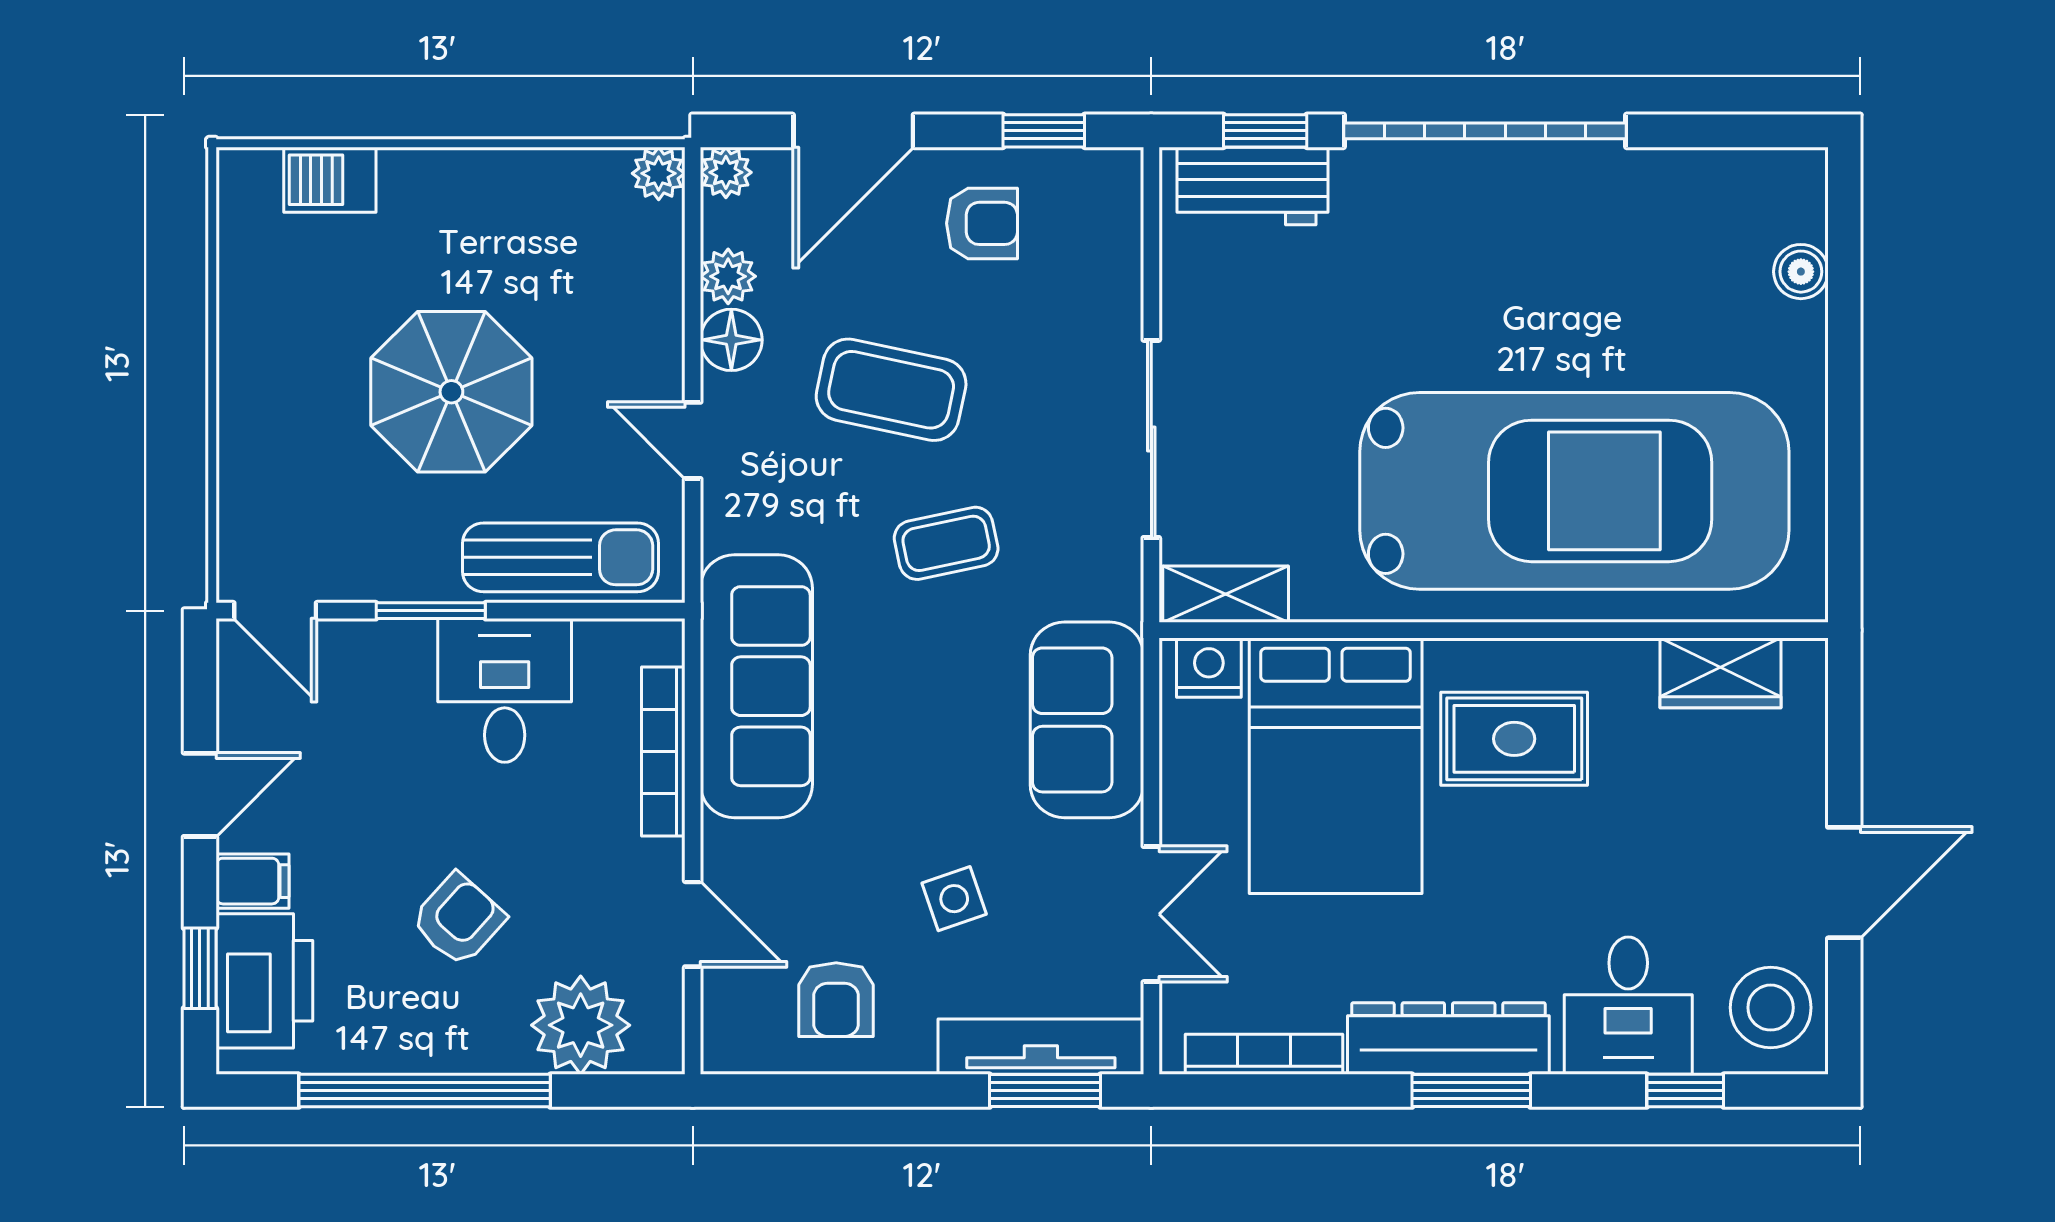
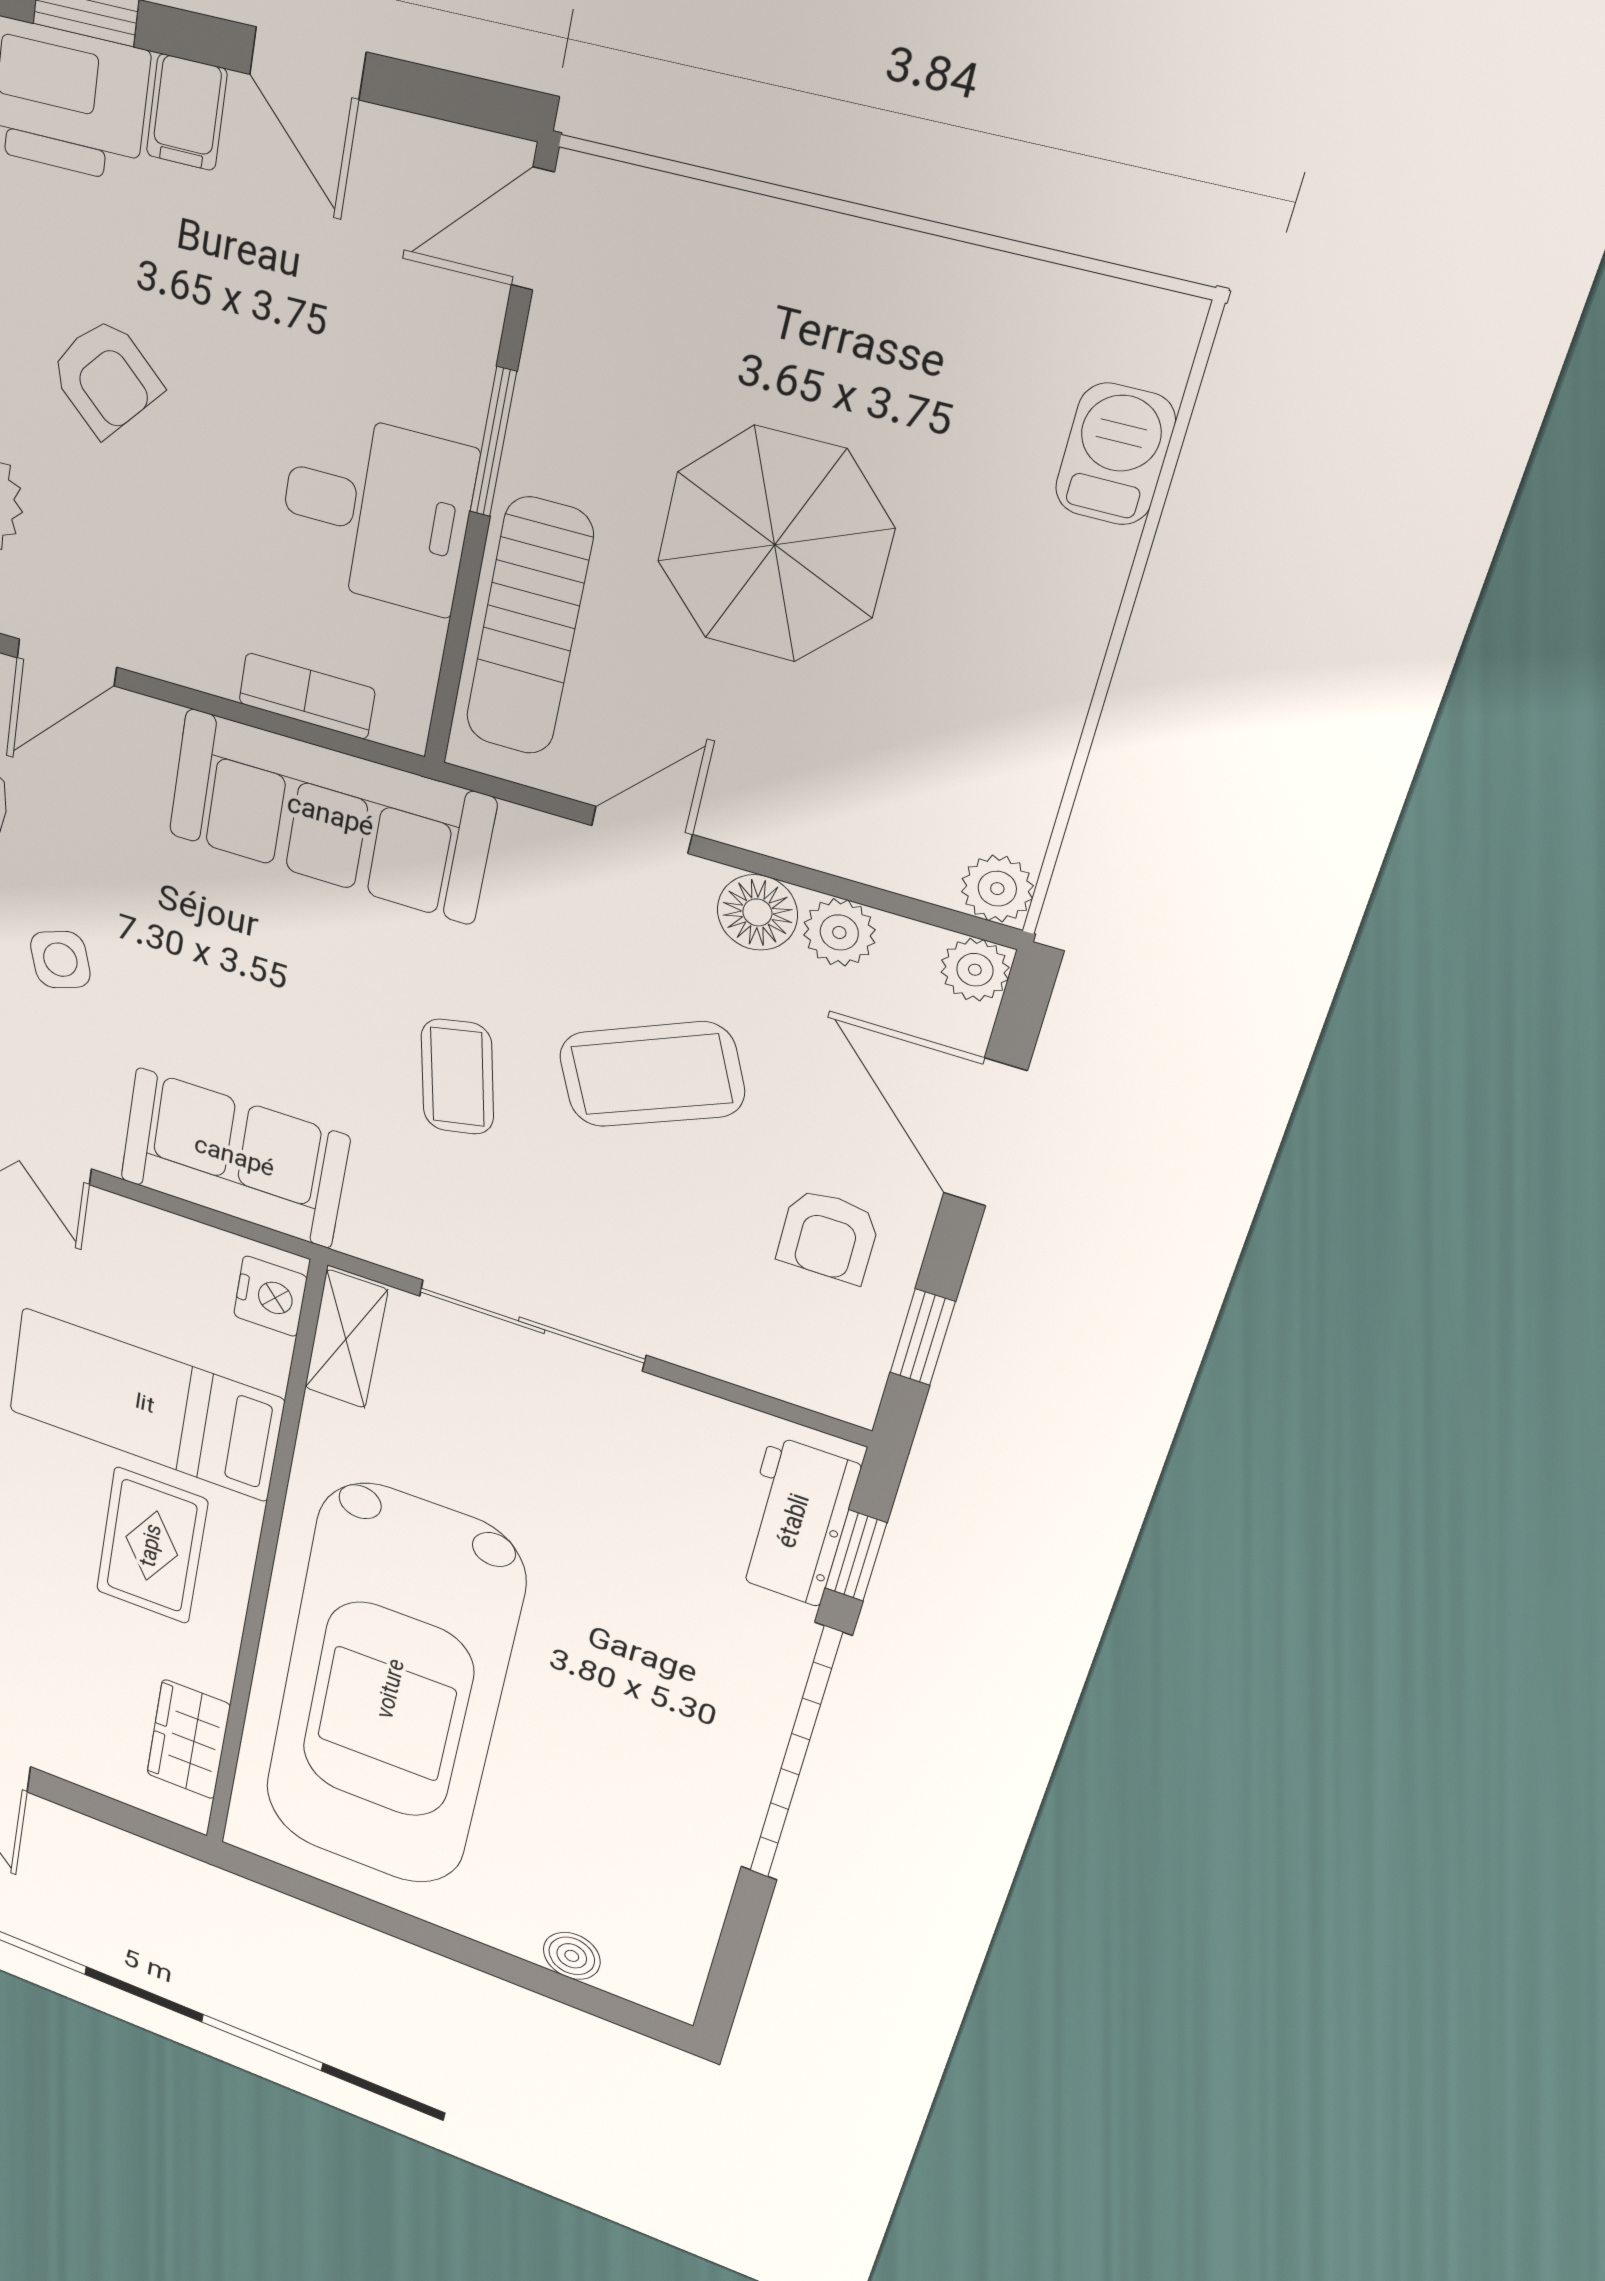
coffee table: (891, 390) -> (652, 1074), turned 54
bookcase: (663, 752) -> (307, 696), width x0.64
bed: (1336, 766) -> (145, 1405), width x0.67

